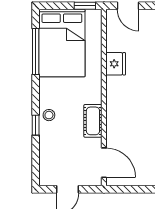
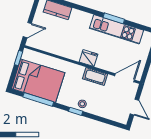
fridge: (116, 64) -> (88, 58), moved
window: (36, 125) -> (76, 111), moved

